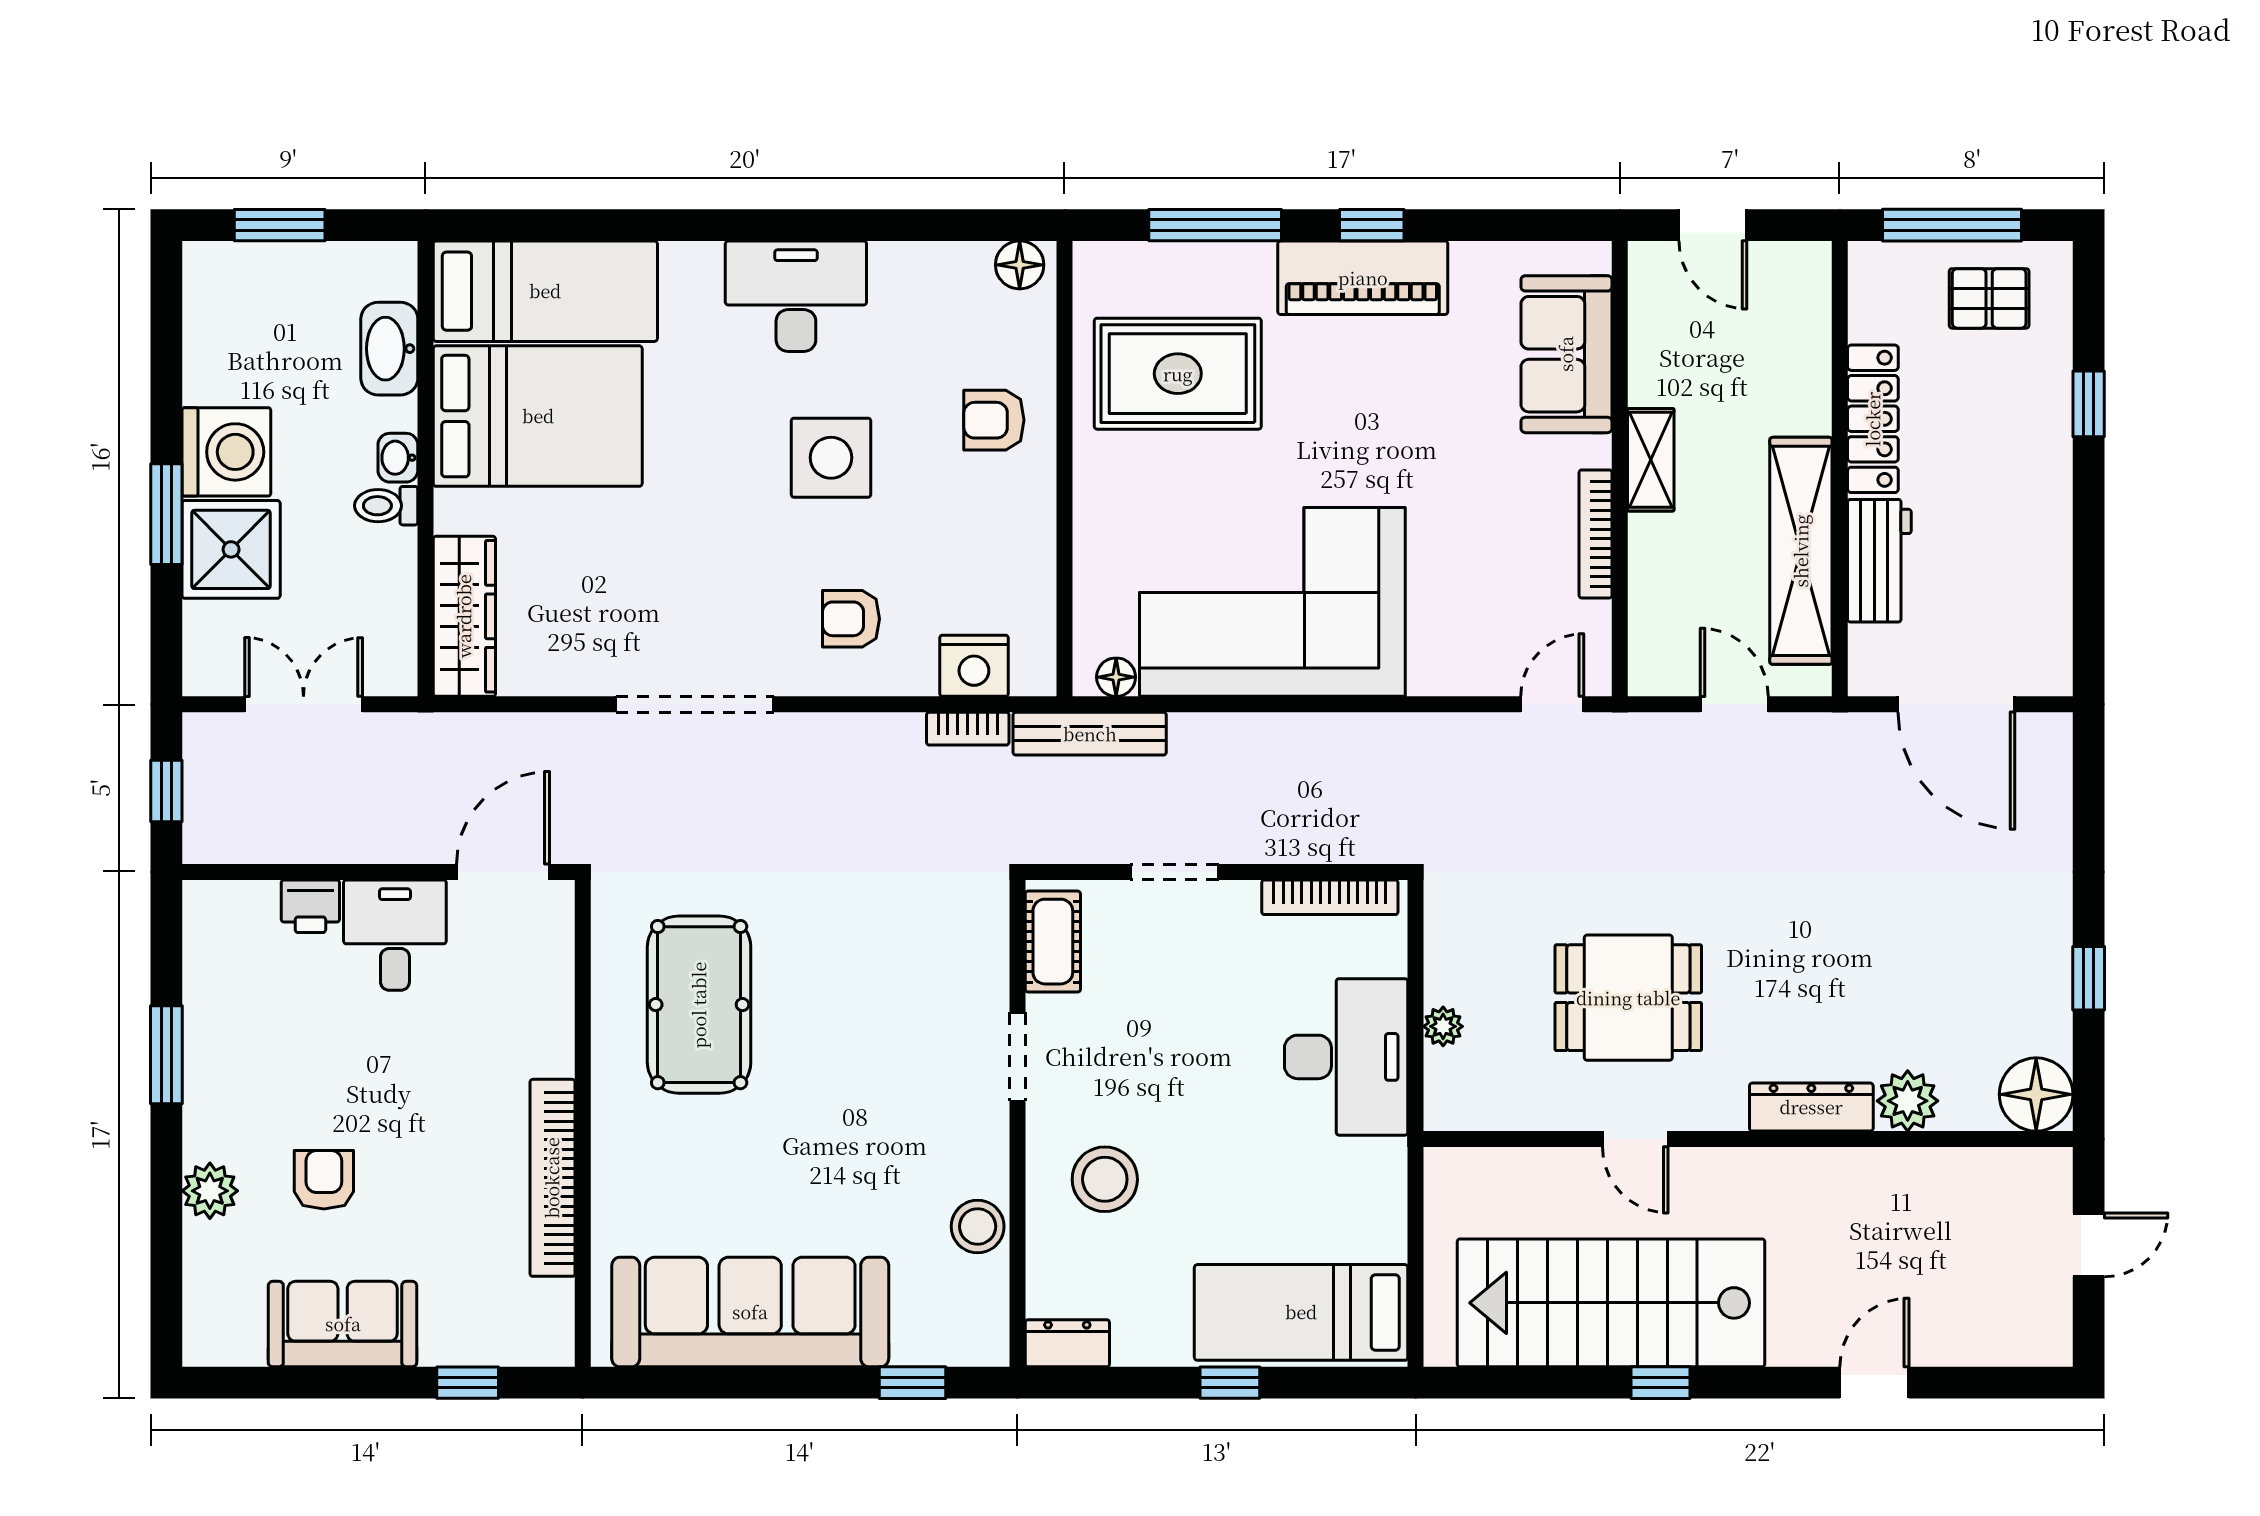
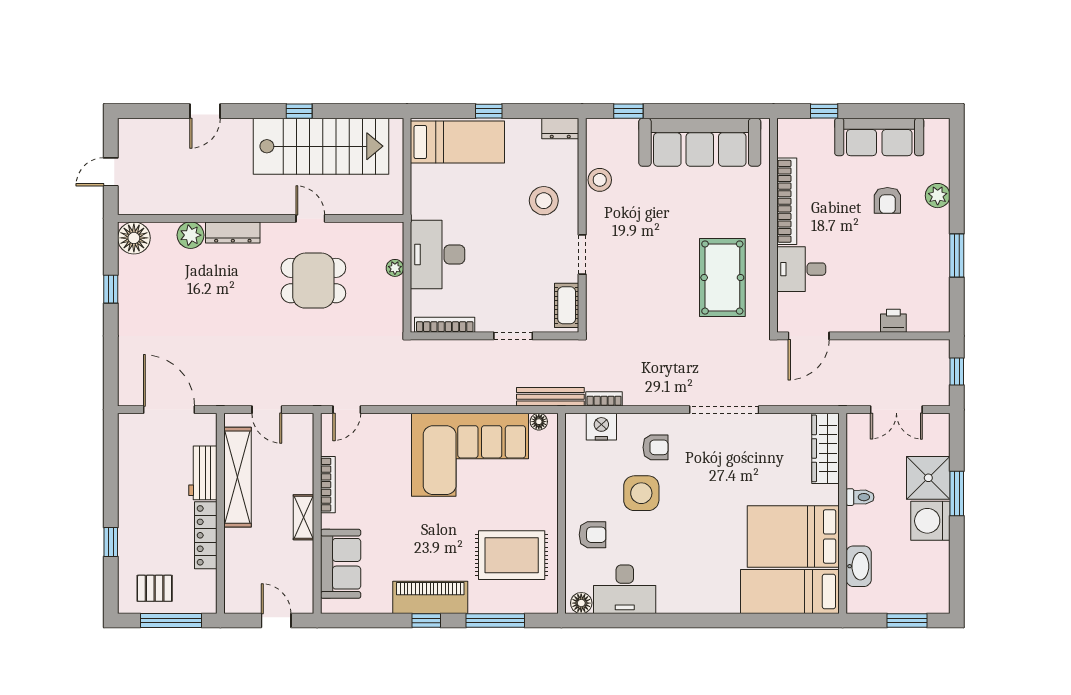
desk: (796, 296) -> (625, 589), moved
washbasin: (398, 458) -> (855, 518), removed
side table: (831, 458) -> (641, 493), moved
desk: (395, 935) -> (801, 269), moved, turned 90
sofa: (343, 1324) -> (879, 137), width x1.36

